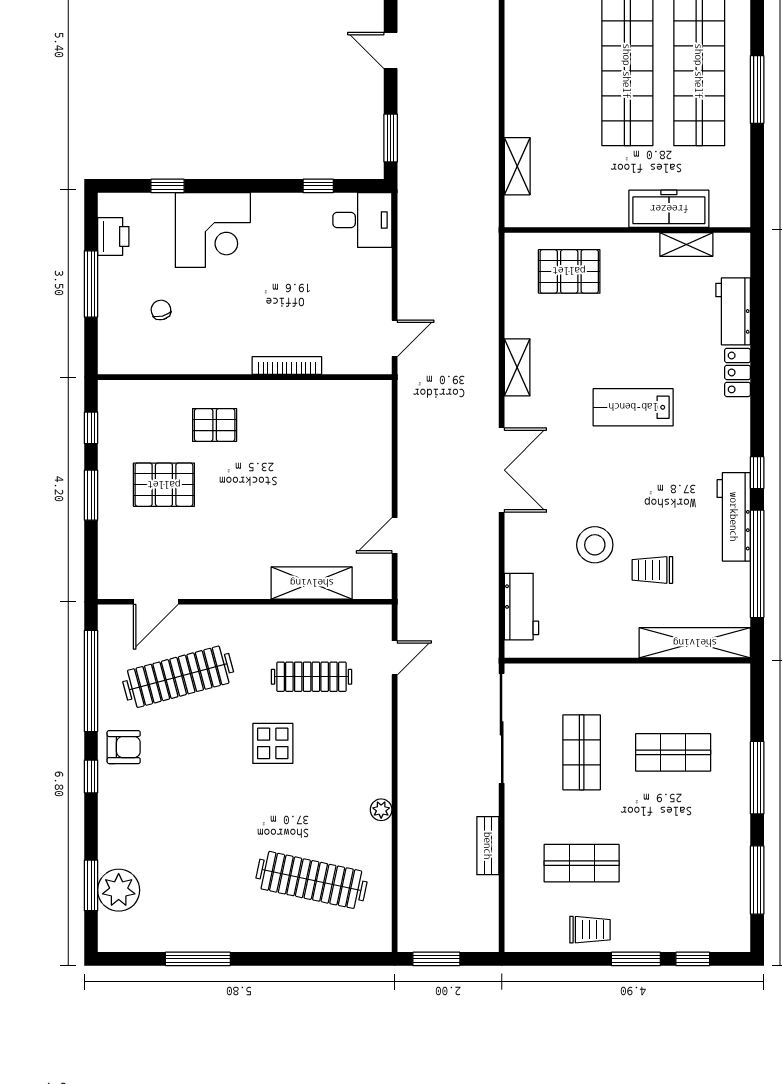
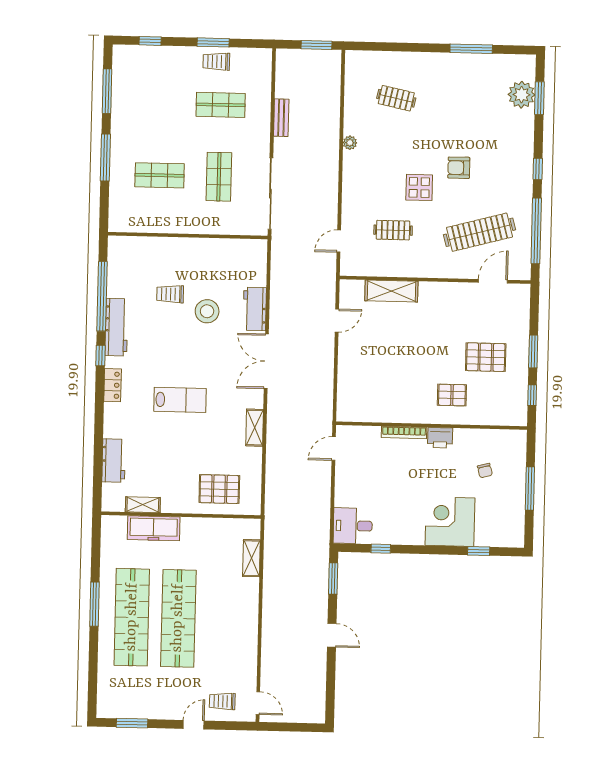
printer: (113, 236) -> (440, 438), moved, turned -90
locker: (738, 372) -> (113, 385), moved
trolley: (652, 570) -> (170, 294), turned 180
workbench: (521, 607) -> (255, 309), moved
shelving: (695, 643) -> (144, 246), removed
clothes rail: (311, 677) -> (393, 230), width x0.73
armchair: (124, 747) -> (459, 168), moved
clothes rail: (311, 880) -> (396, 98), width x0.54, depth x0.76
window: (636, 959) -> (213, 42), moved

